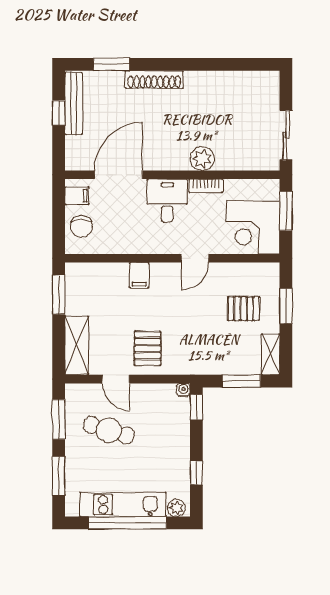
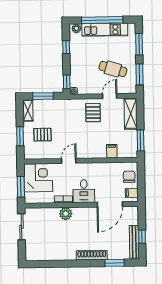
filing cabinet: (139, 275) -> (112, 151), moved
door: (116, 379) -> (110, 96), hinge flipped

